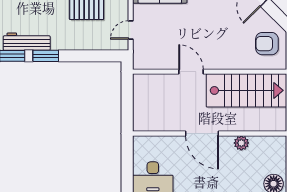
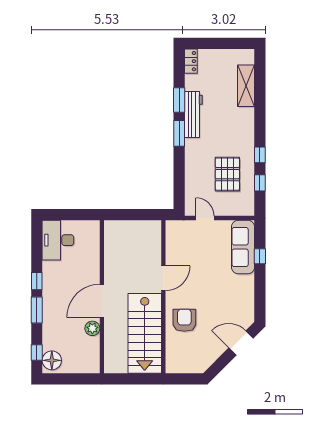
armchair: (267, 44) -> (184, 320), moved
door: (202, 134) -> (102, 301), moved

